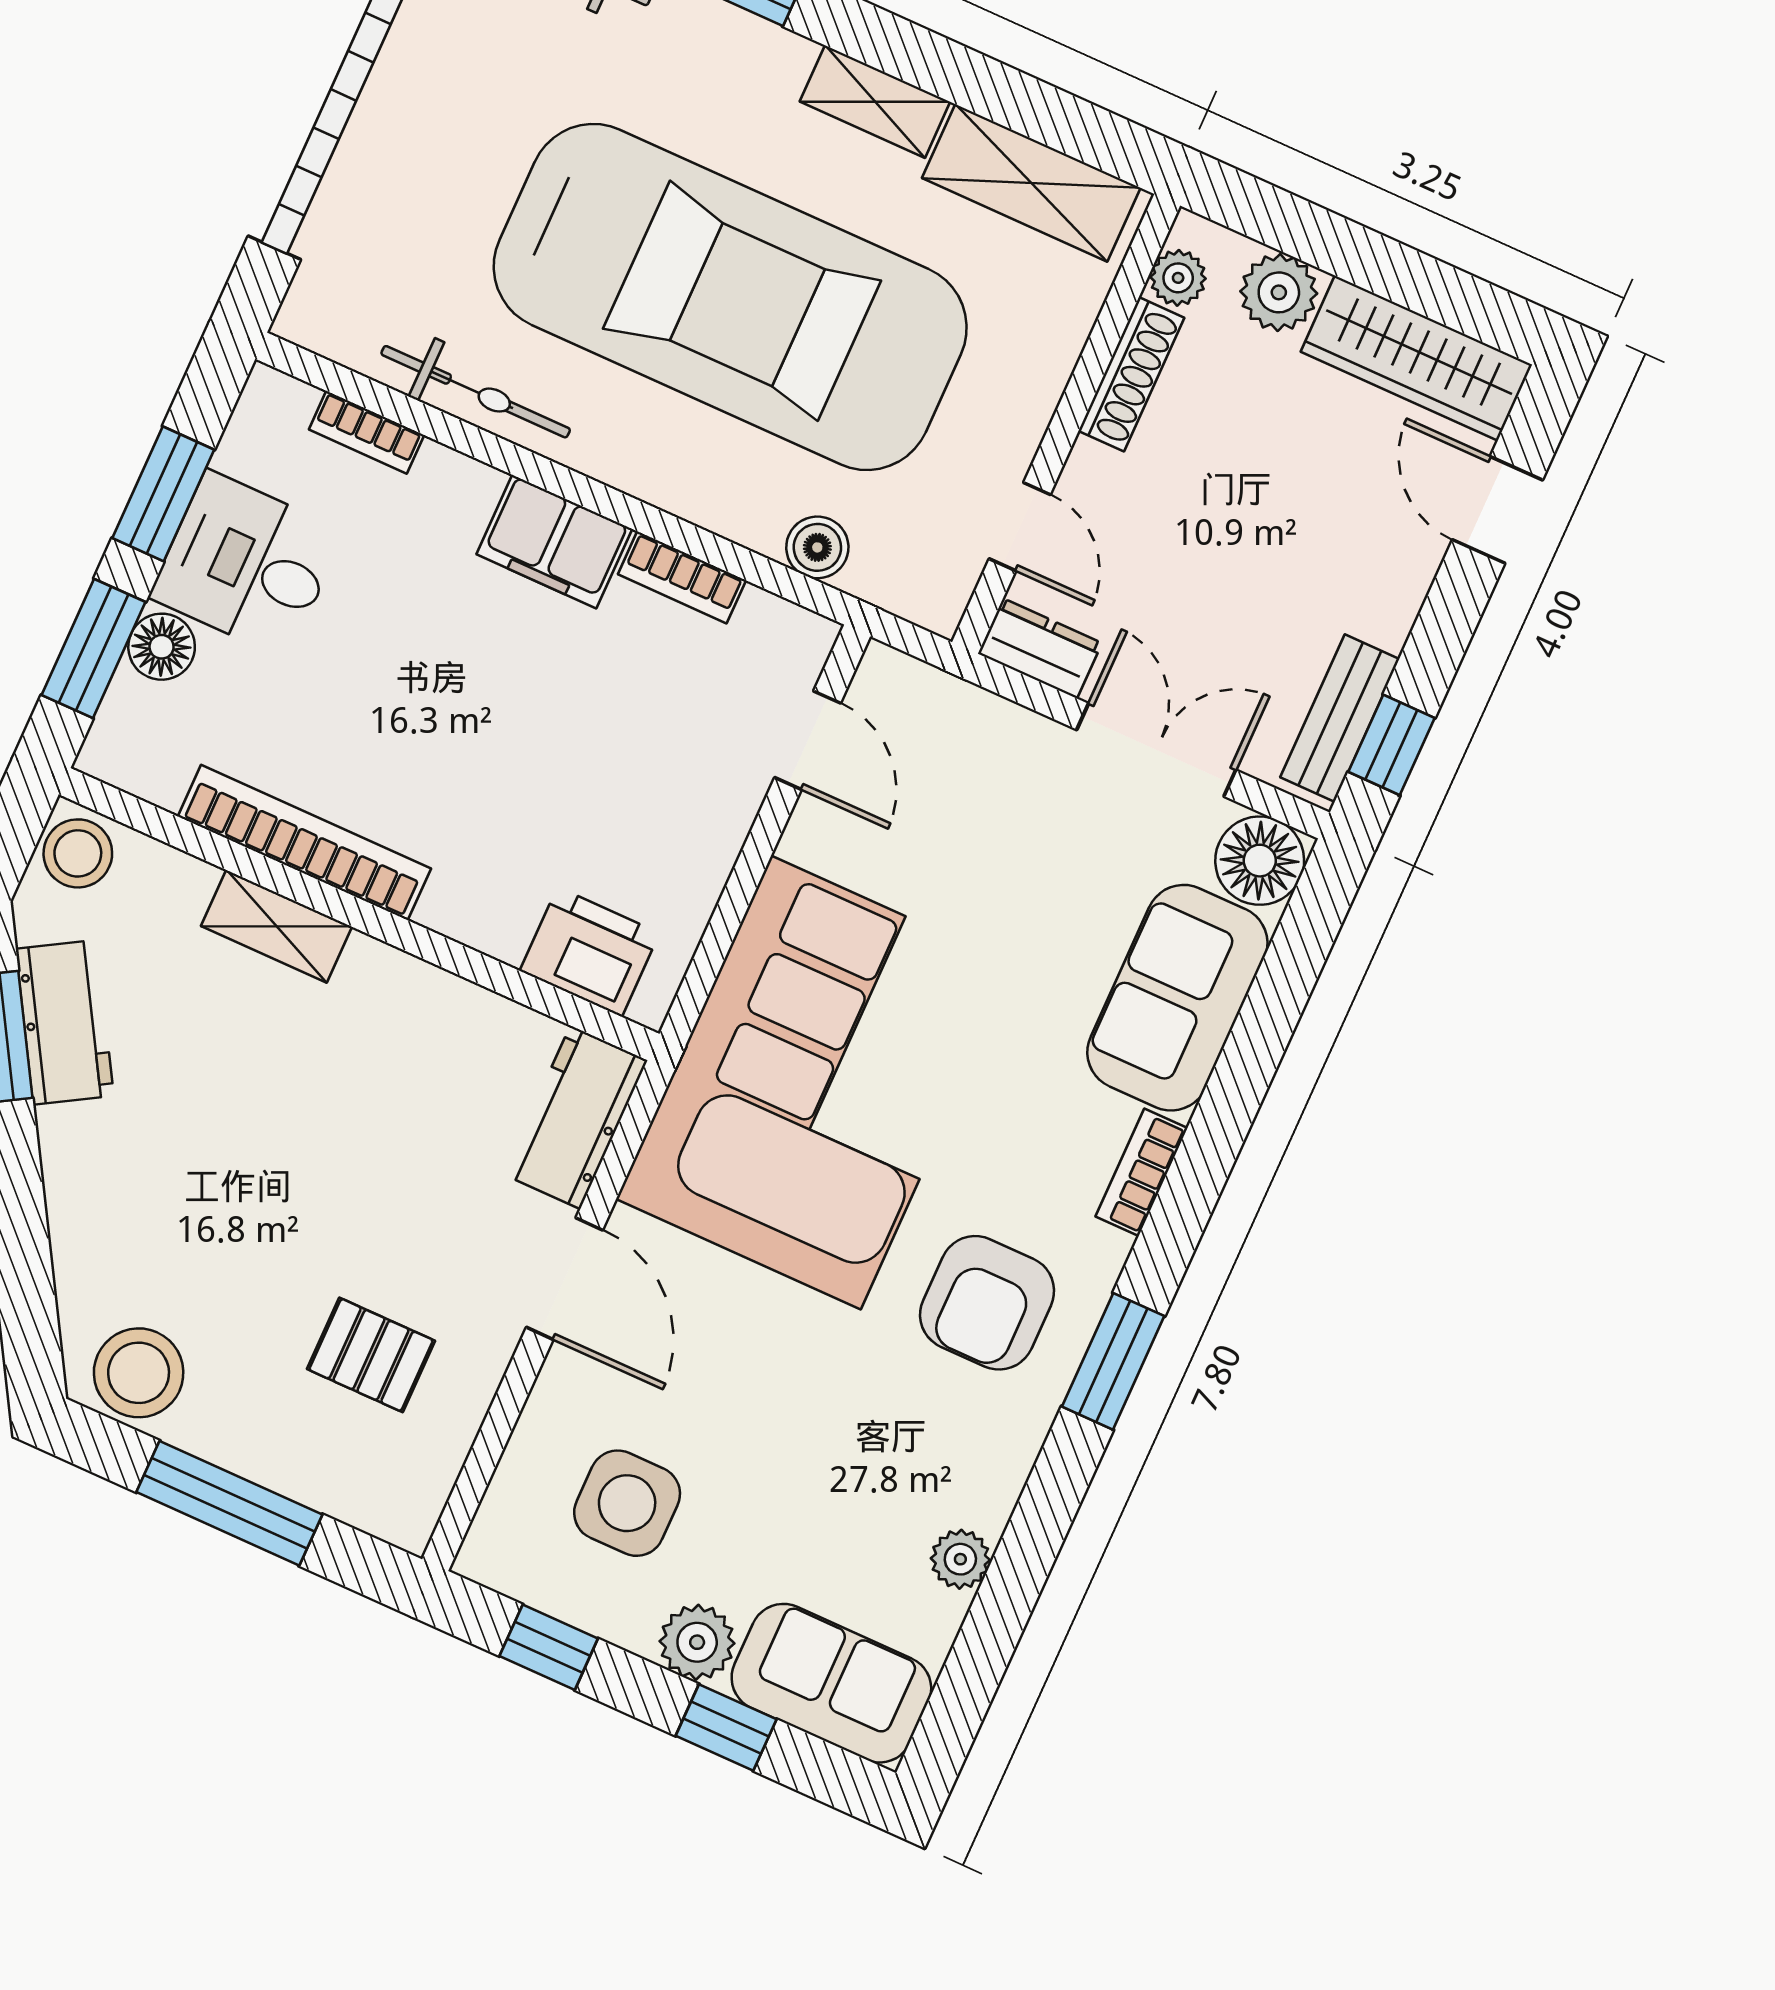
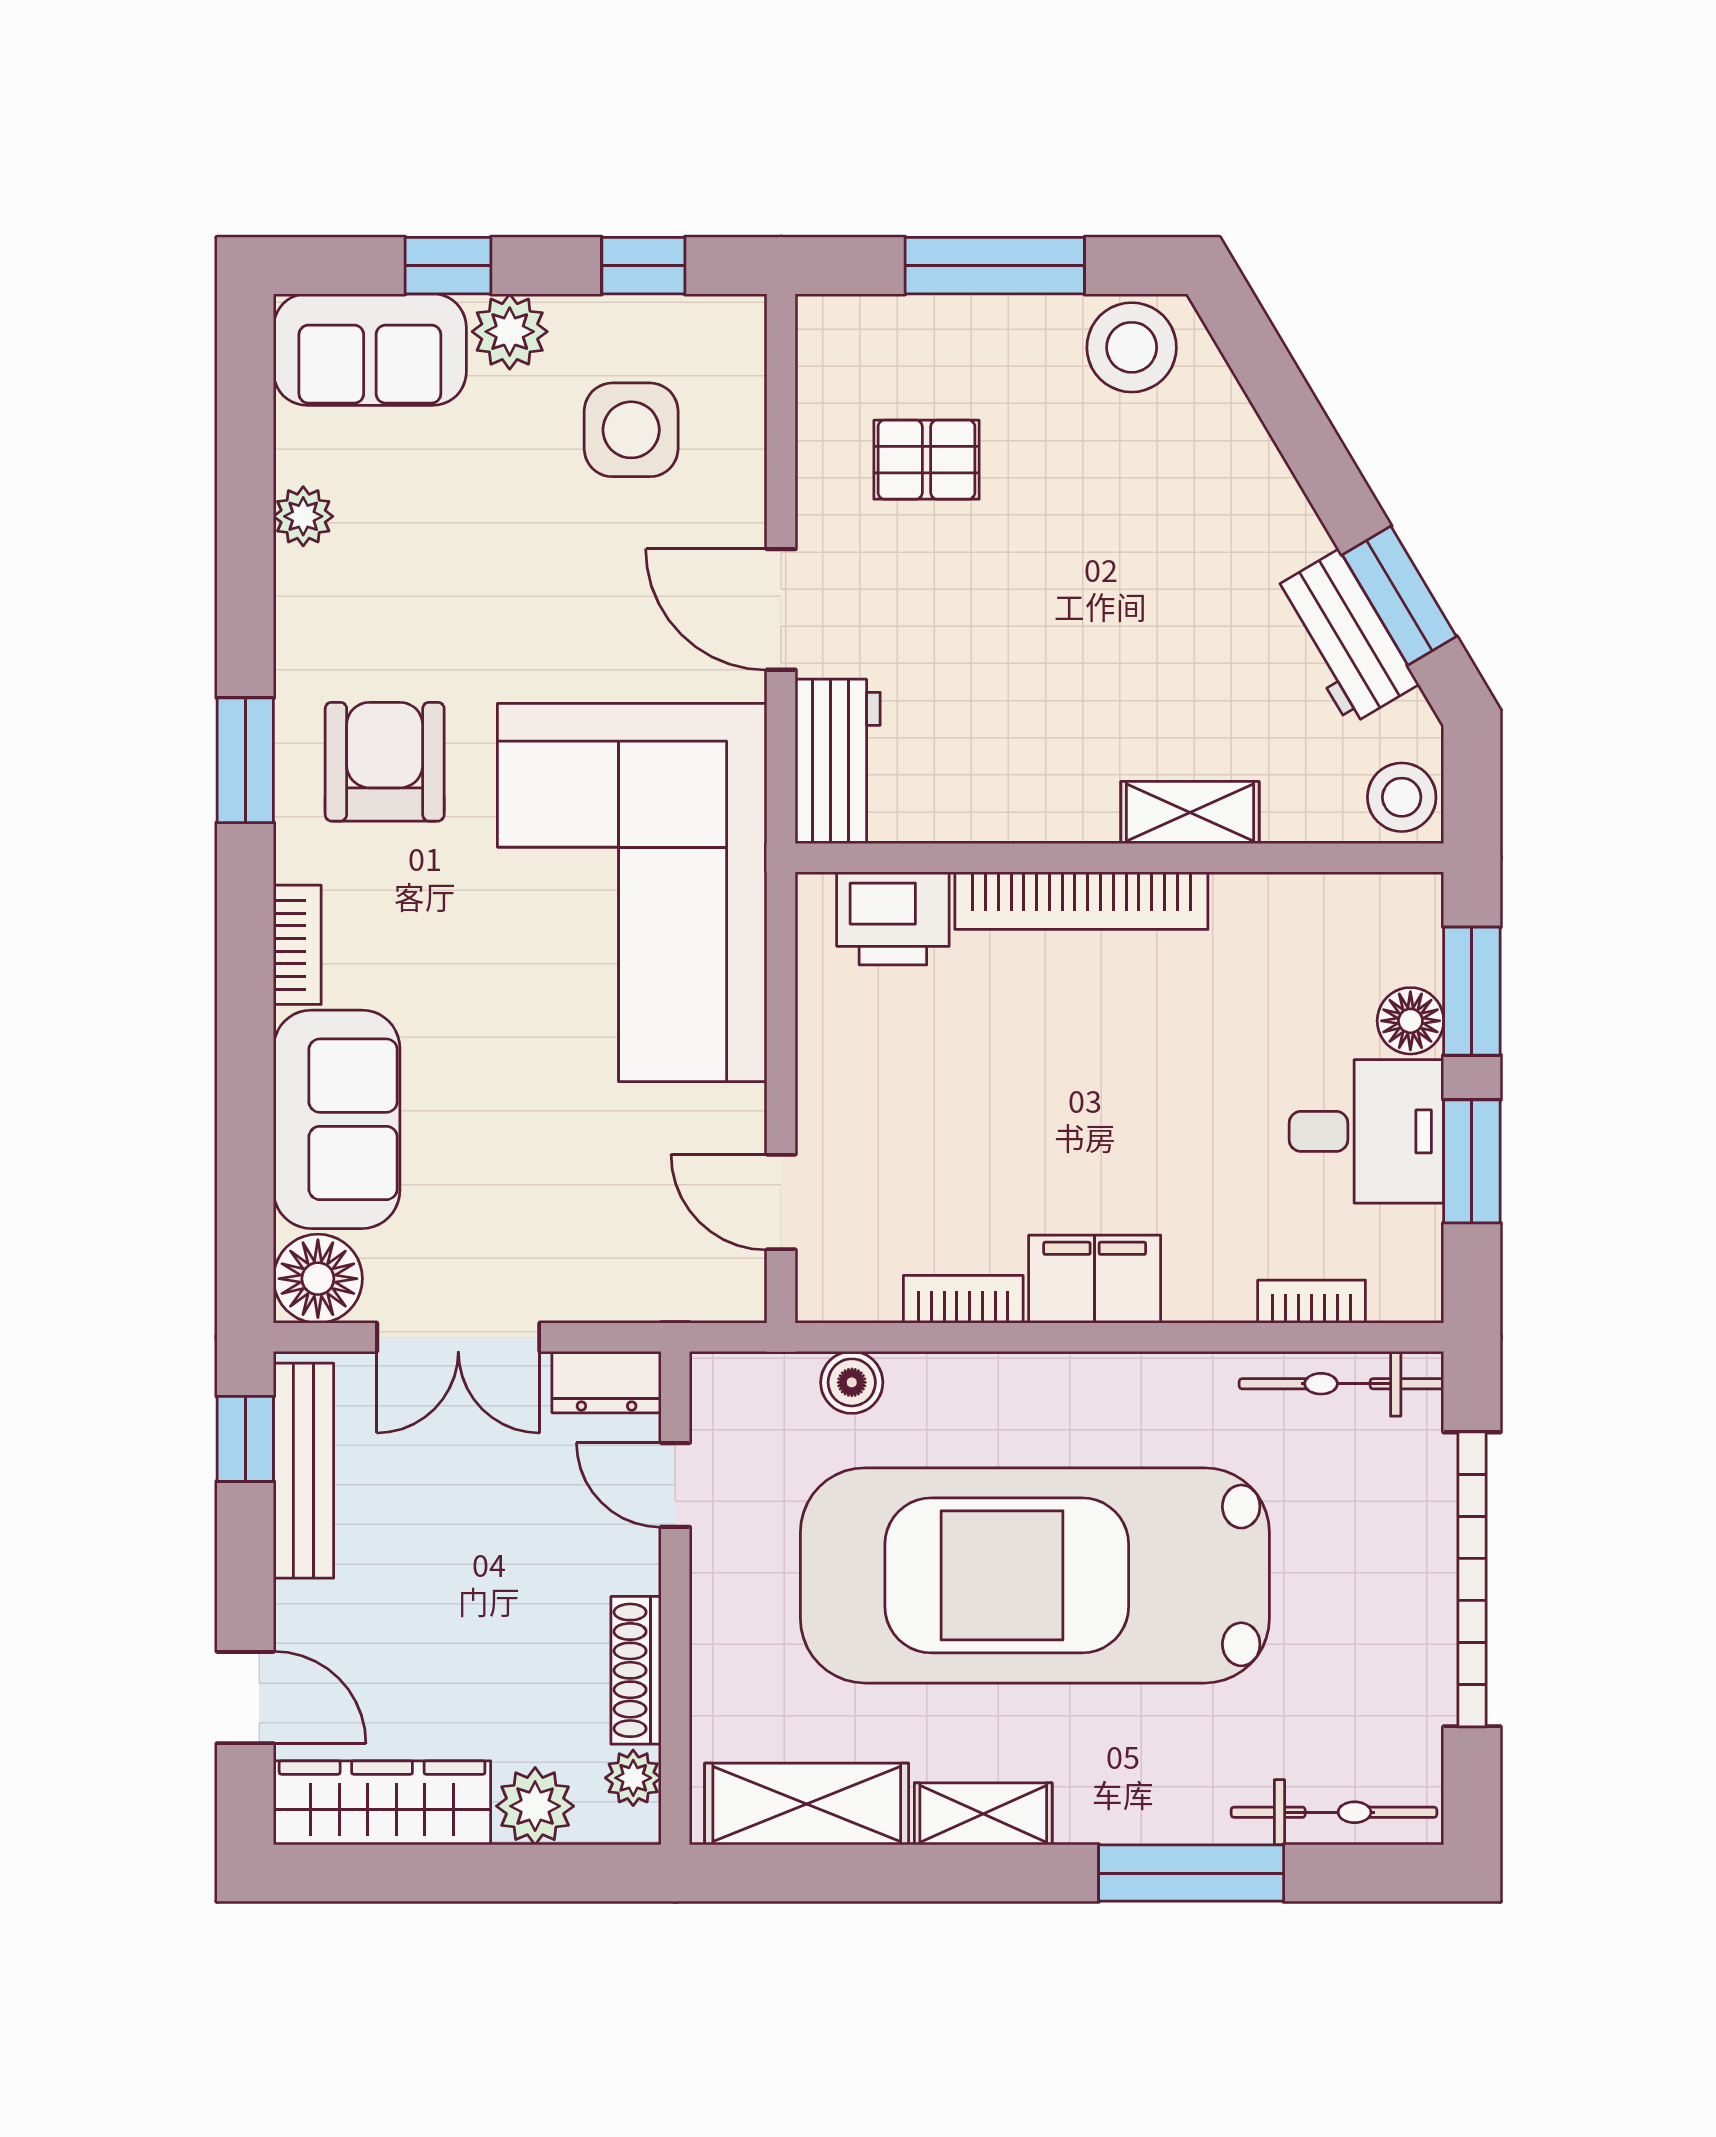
bicycle: (476, 392) -> (1341, 1384), moved
bench: (1340, 718) -> (304, 1471), width x1.36
bookcase: (304, 843) -> (1081, 901), moved

